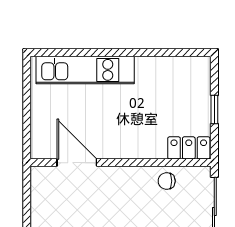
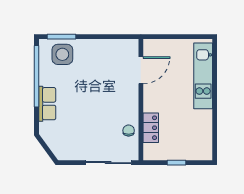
locker: (189, 148) -> (151, 128), moved

